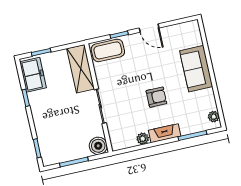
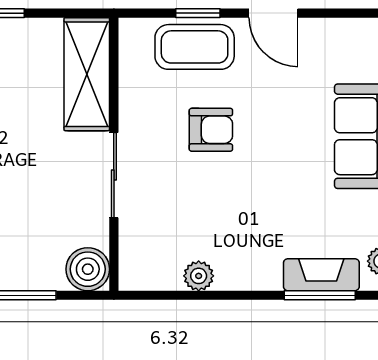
coffee table: (108, 50) -> (195, 47), moved
armchair: (156, 97) -> (211, 130), moved
fireplace: (165, 133) -> (321, 275), moved

